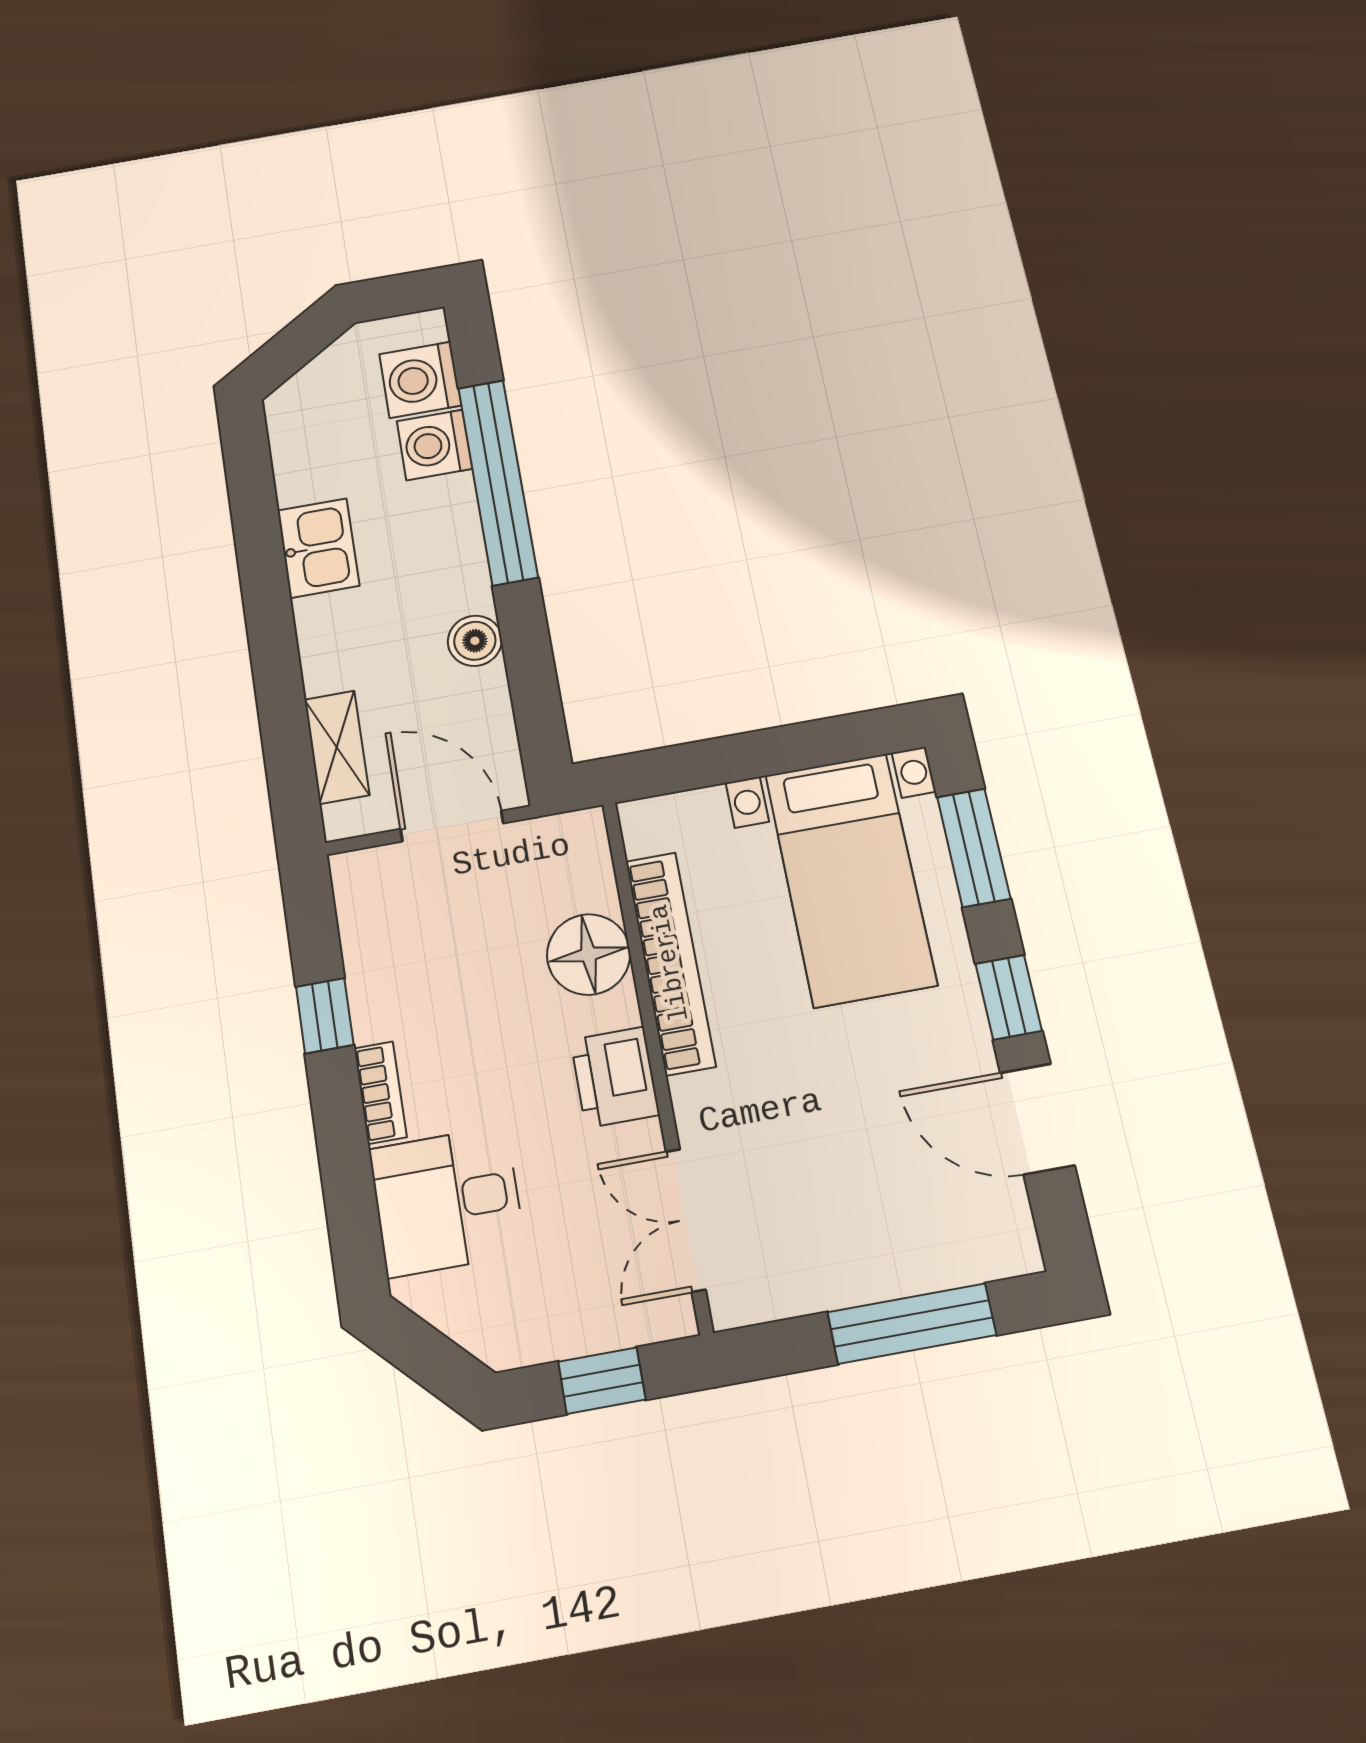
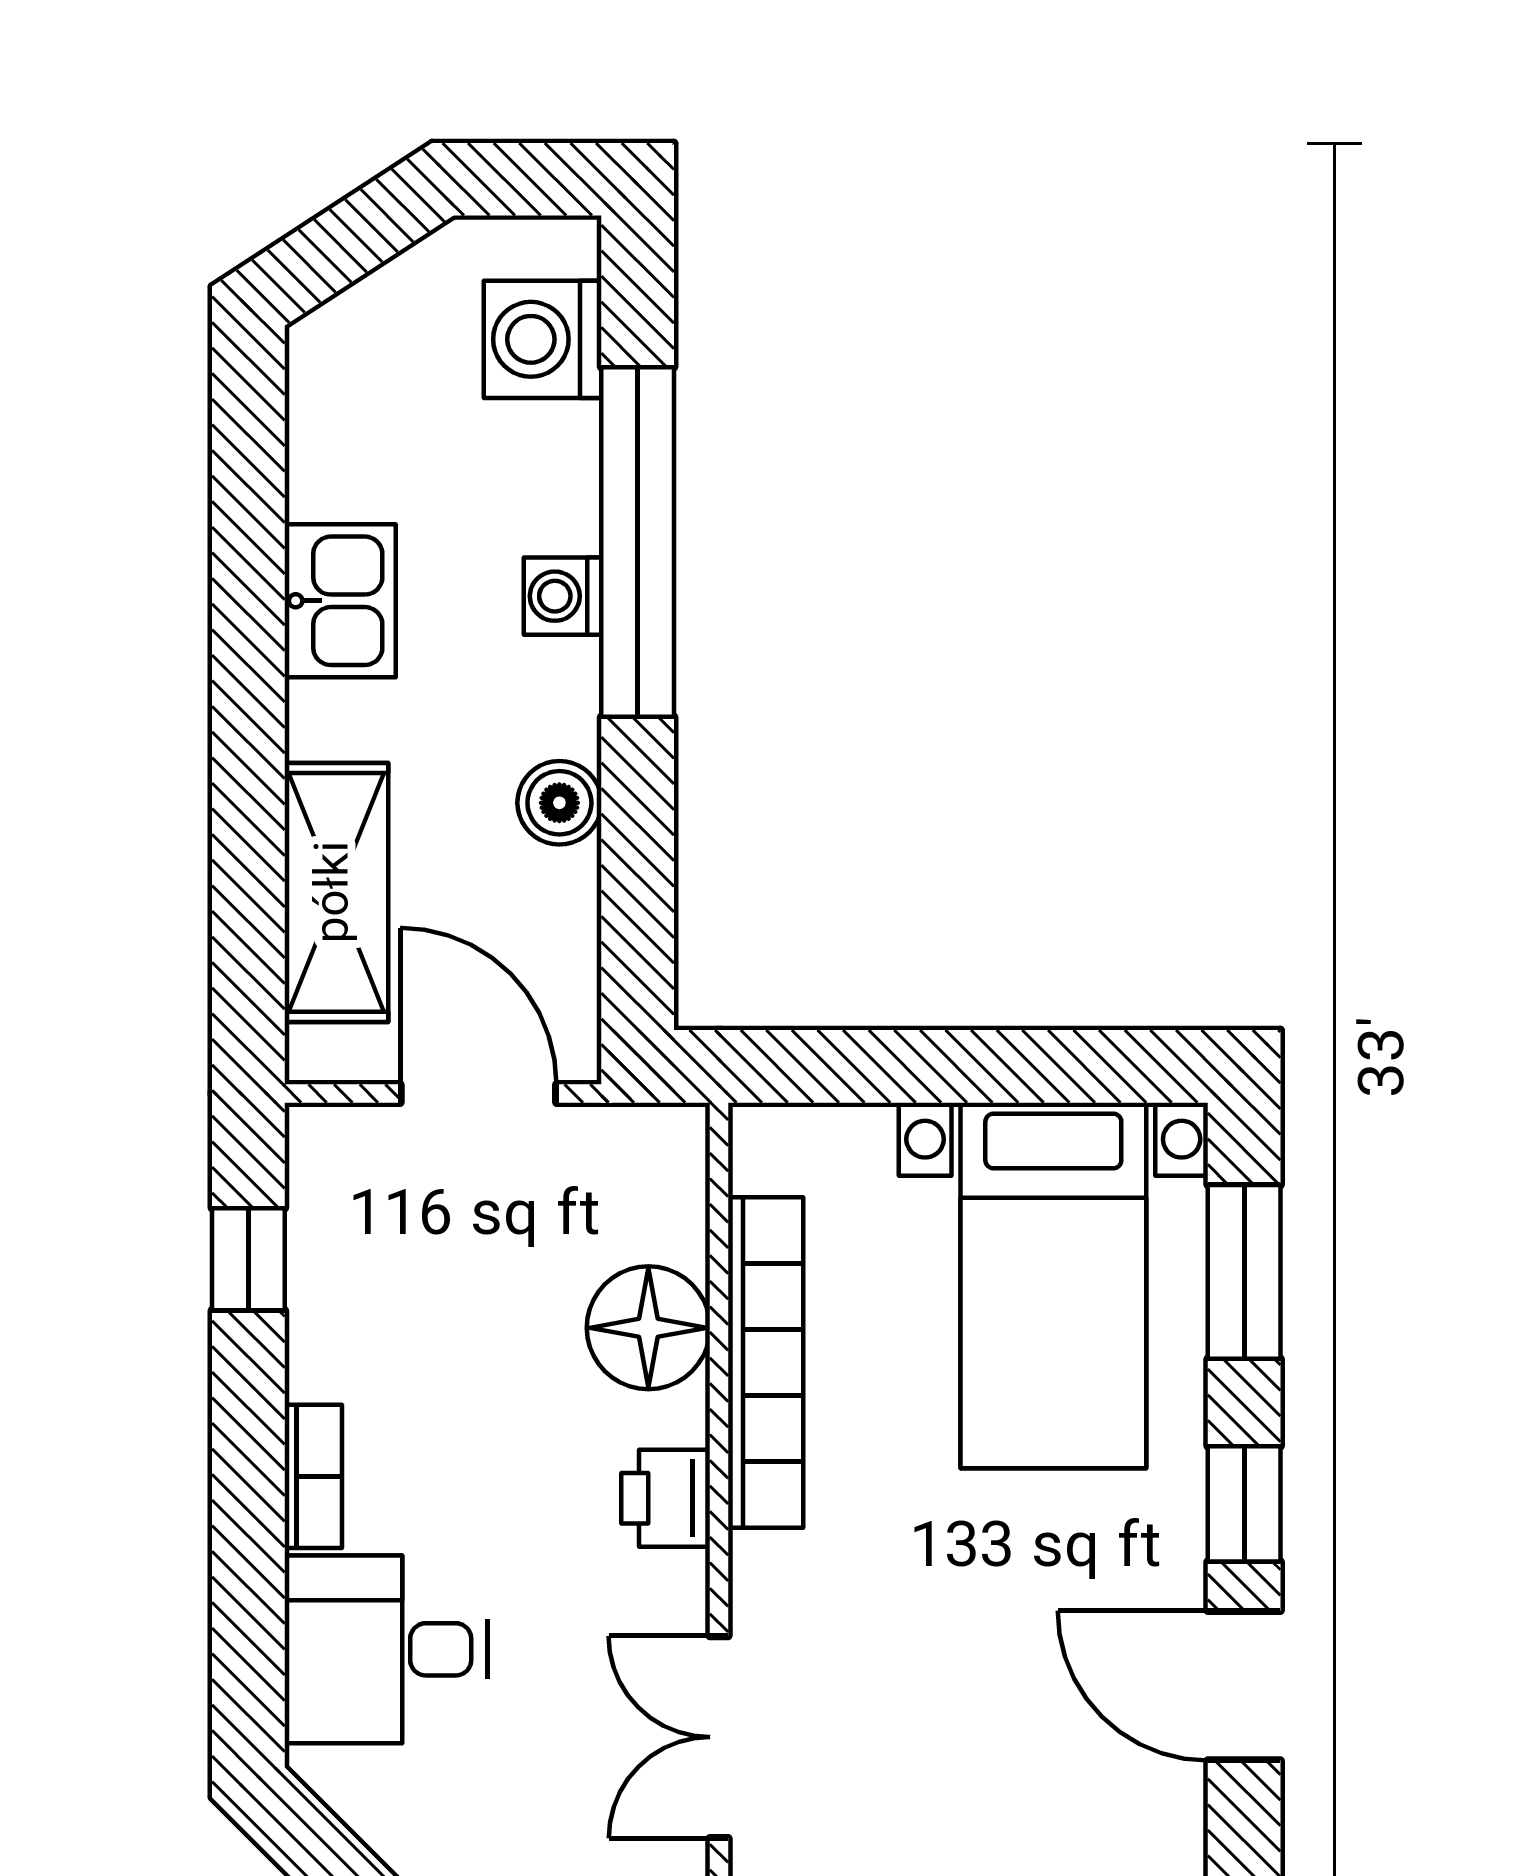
washing machine: (435, 445) -> (563, 596), moved, width x0.73, depth x0.73
shelving: (337, 747) -> (336, 892), width x1.50, depth x1.33
window: (325, 1016) -> (248, 1259), moved
printer: (615, 1077) -> (666, 1498), width x0.73, depth x0.81

